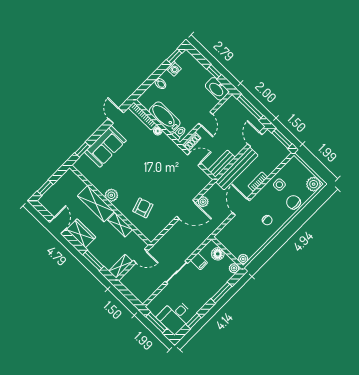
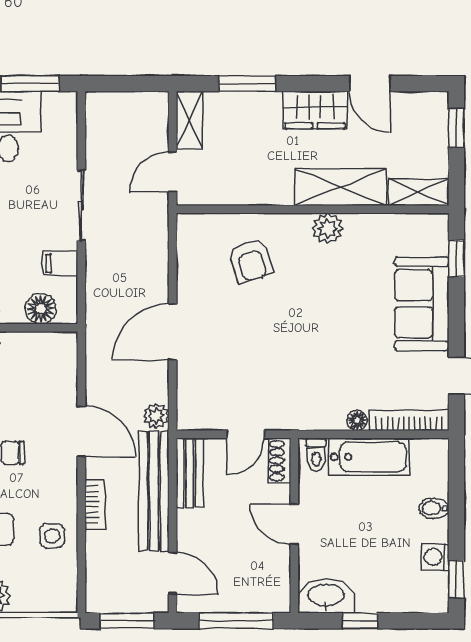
plant: (203, 202) -> (156, 416), moved
shelving: (120, 225) -> (419, 192), moved

